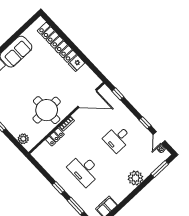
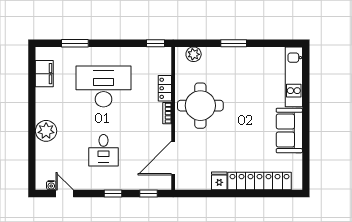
window: (145, 123) -> (113, 194), moved
desk: (117, 139) -> (103, 150), turned 180
window: (160, 169) -> (32, 164), removed
desk: (84, 170) -> (103, 87), width x1.36, depth x1.30
window: (58, 188) -> (155, 43), moved

